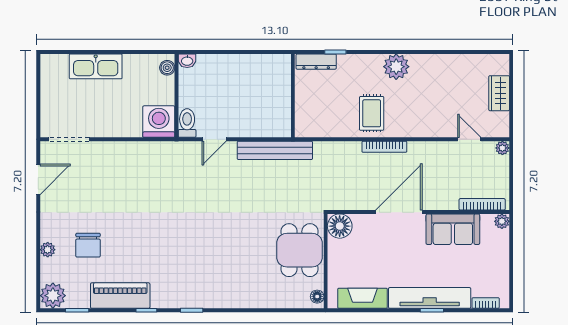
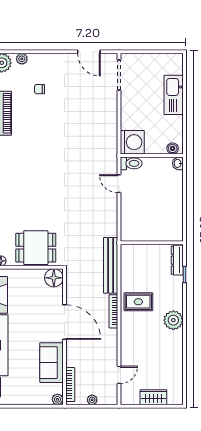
plant: (502, 148) -> (92, 400), moved
bench: (275, 150) -> (111, 265), moved
chair: (88, 245) -> (40, 89), width x0.54, depth x0.54
plant: (48, 250) -> (22, 59), moved

